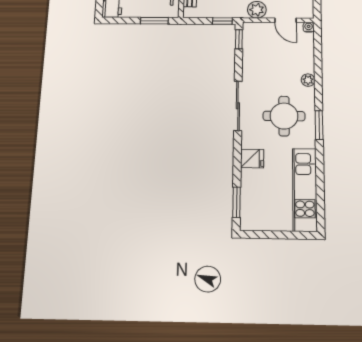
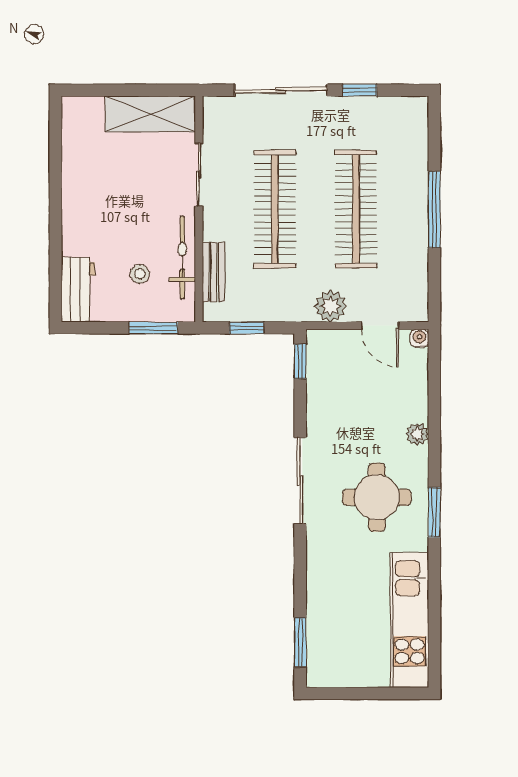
window: (222, 21) -> (247, 328), moved
fridge: (252, 159) -> (325, 570), removed

